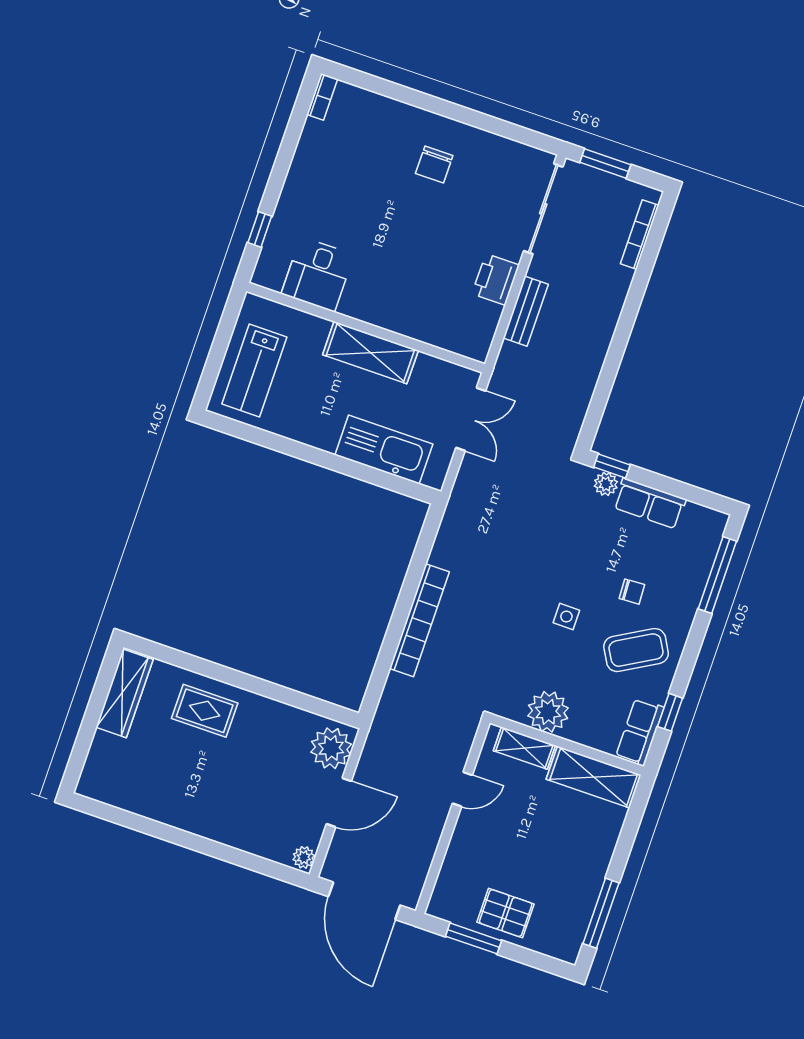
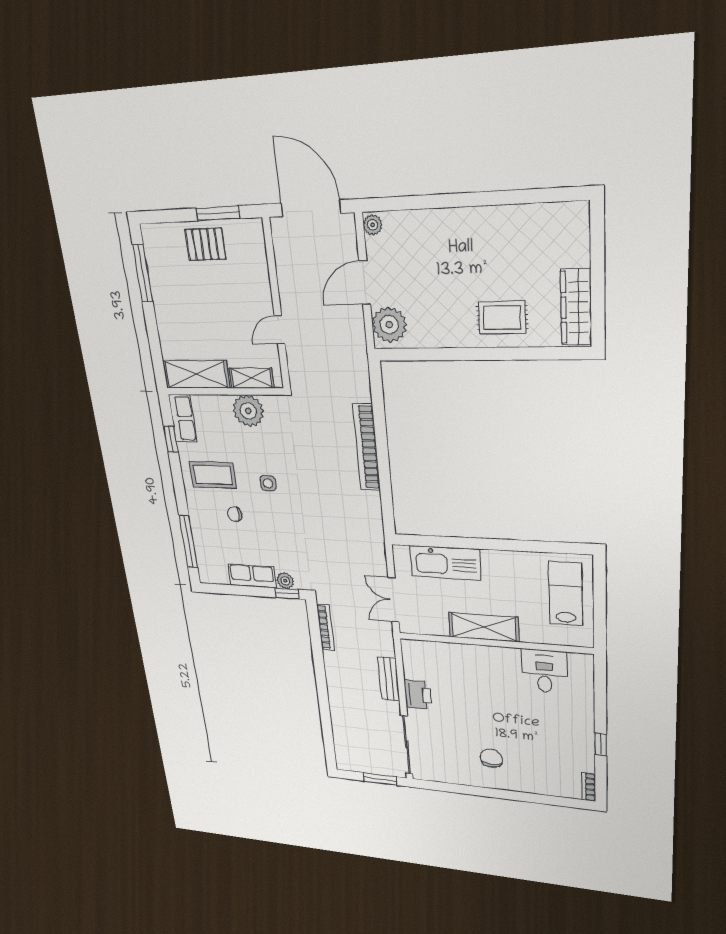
window: (260, 229) -> (601, 744), moved
bookcase: (640, 235) -> (325, 627), moved
coffee table: (636, 650) -> (213, 475), turned 30

